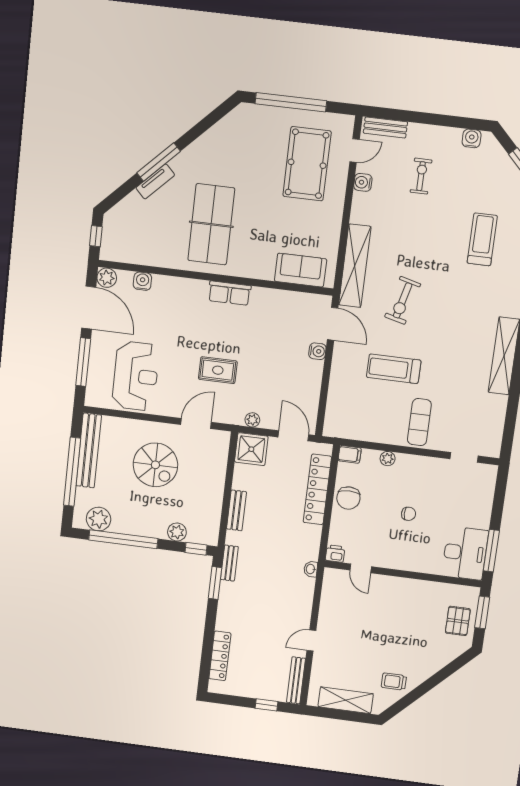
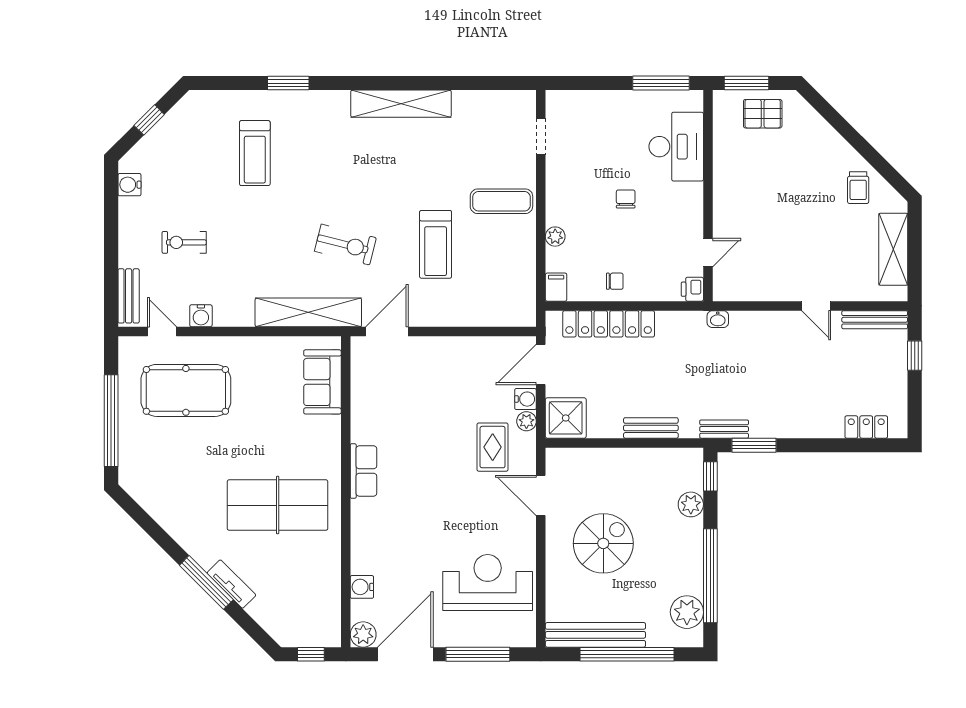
treadmill: (482, 239) -> (255, 153), turned -90
water cooler: (317, 351) -> (525, 399), moved, turned 90
rug: (218, 370) -> (493, 447), moved
chair: (348, 498) -> (615, 281), width x0.54, depth x0.54
desk: (465, 553) -> (676, 147), moved, turned 90
locker: (220, 656) -> (866, 427), width x0.66

